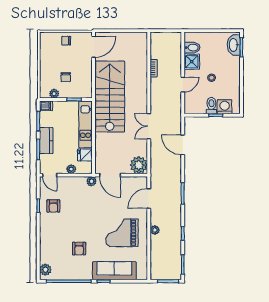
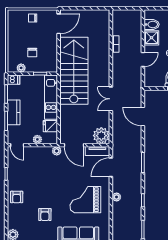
tv unit: (135, 181) -> (97, 151), added
armchair: (53, 206) -> (17, 197), moved

